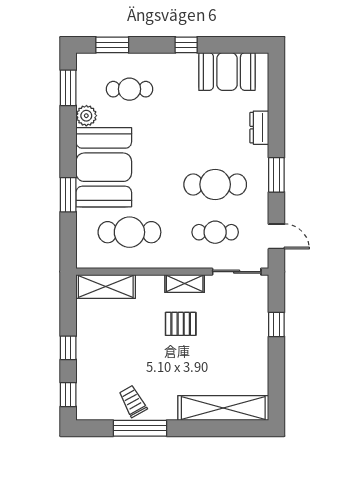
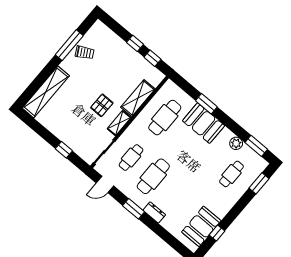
window: (186, 45) -> (217, 233), moved
dresser: (259, 128) -> (154, 212), moved
booth: (104, 167) -> (204, 123), width x0.73, depth x0.70
shelving: (106, 286) -> (138, 98), moved
window: (68, 395) -> (152, 58), moved

